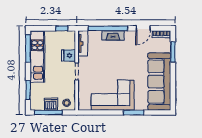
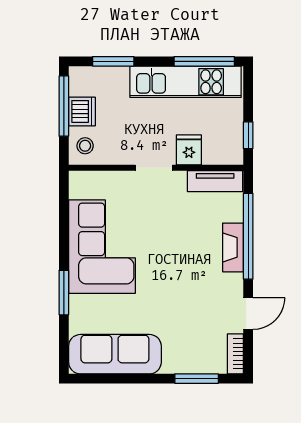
door: (143, 28) -> (248, 313), swing flipped
sofa: (159, 82) -> (115, 354), width x0.74, depth x0.79

